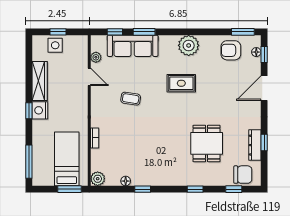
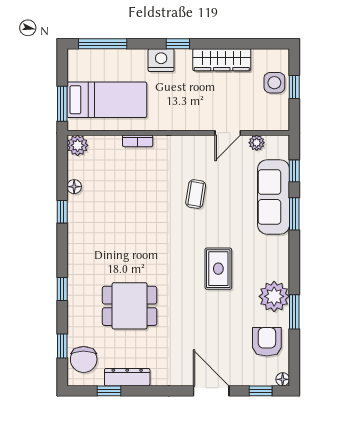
window: (243, 32) -> (294, 312), moved
plant: (189, 45) -> (274, 296), moved
floor lamp: (256, 52) -> (283, 379), moved
nightstand: (40, 110) -> (161, 60), moved
window: (264, 142) -> (109, 391), moved

